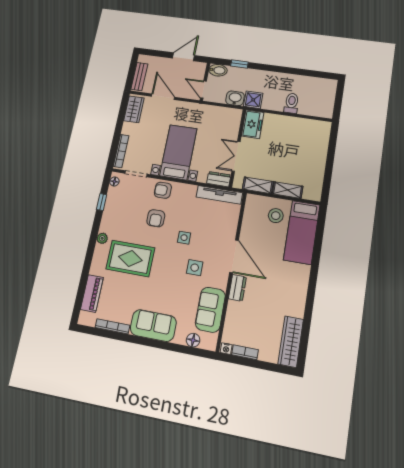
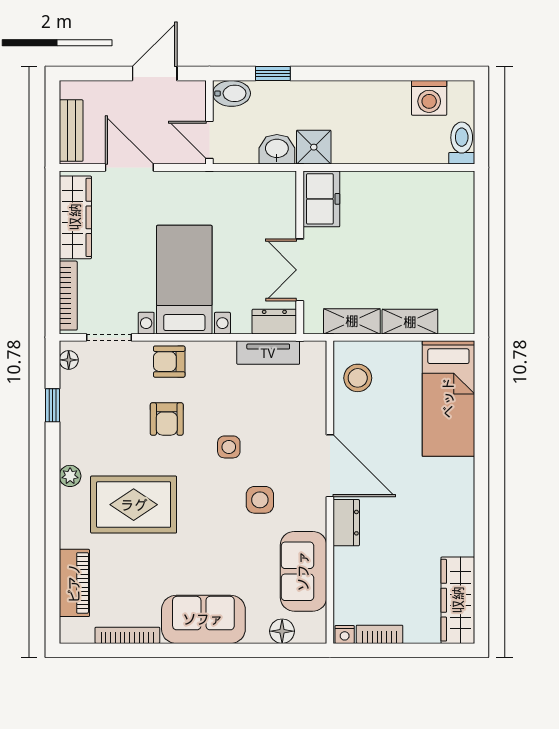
washing machine: (314, 85) -> (429, 98), added
toilet: (292, 103) -> (462, 143), moved
wardrobe: (134, 109) -> (75, 217), width x1.50
tv unit: (219, 195) -> (268, 353), width x0.71
stool: (276, 216) -> (358, 378), moved

